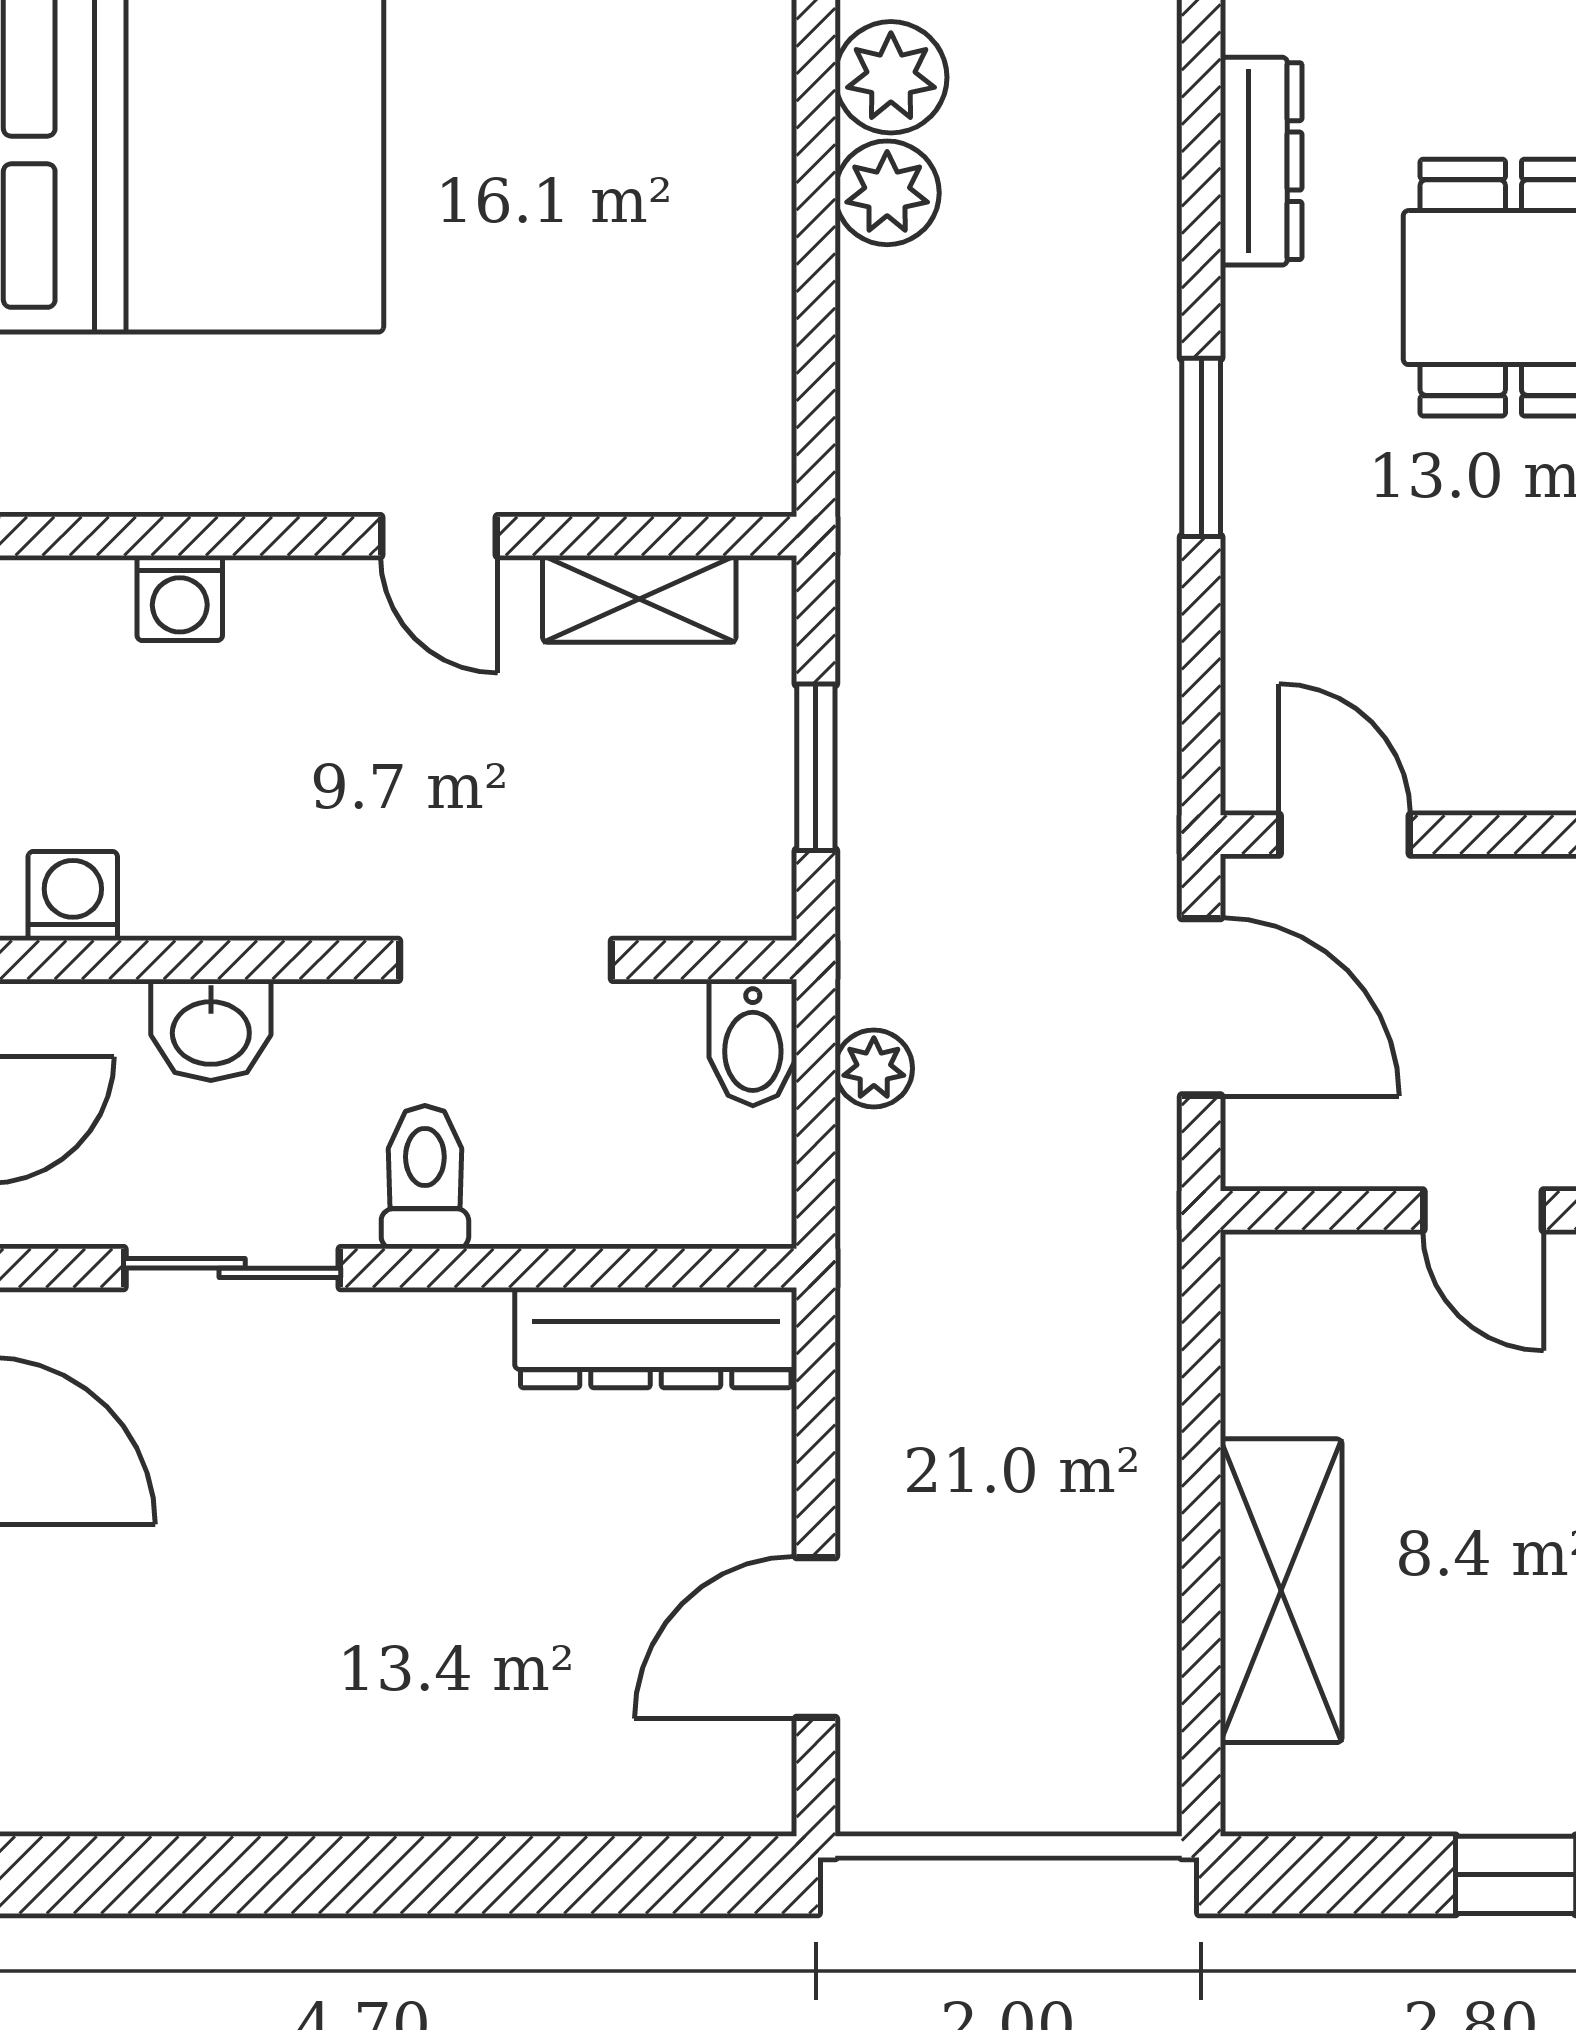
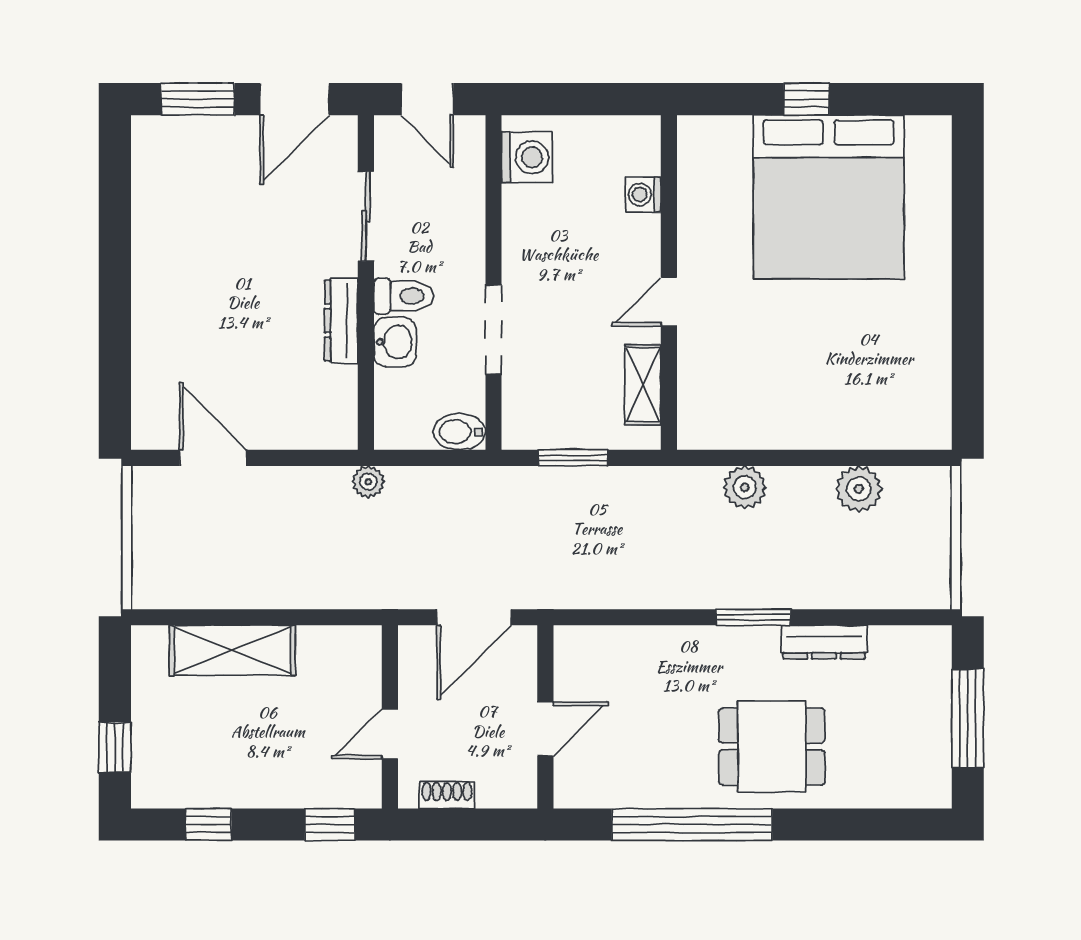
plant: (887, 193) -> (745, 487), moved
window: (1201, 447) -> (753, 617), moved
door: (1345, 835) -> (545, 729), moved
washing machine: (73, 896) -> (527, 157), width x1.38, depth x1.38
washbasin: (211, 1030) -> (395, 342), moved, turned 180
plant: (874, 1068) -> (368, 482), moved
dresser: (656, 1338) -> (341, 321), moved, width x0.73, depth x0.80

